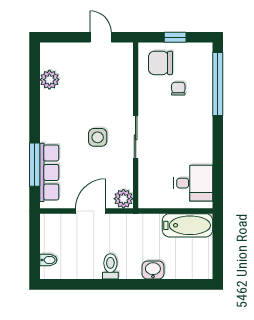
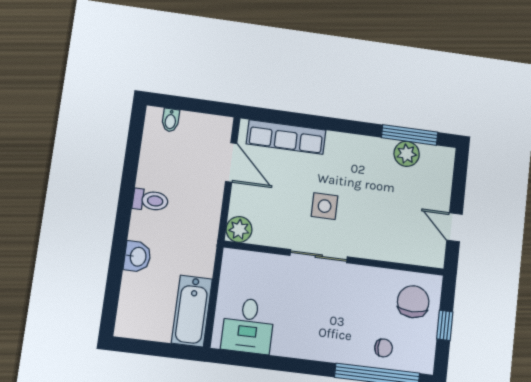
door: (101, 37) -> (454, 227), swing flipped
chair: (178, 89) -> (384, 348), moved
window: (35, 165) -> (410, 135), moved
door: (90, 211) -> (231, 162), moved

